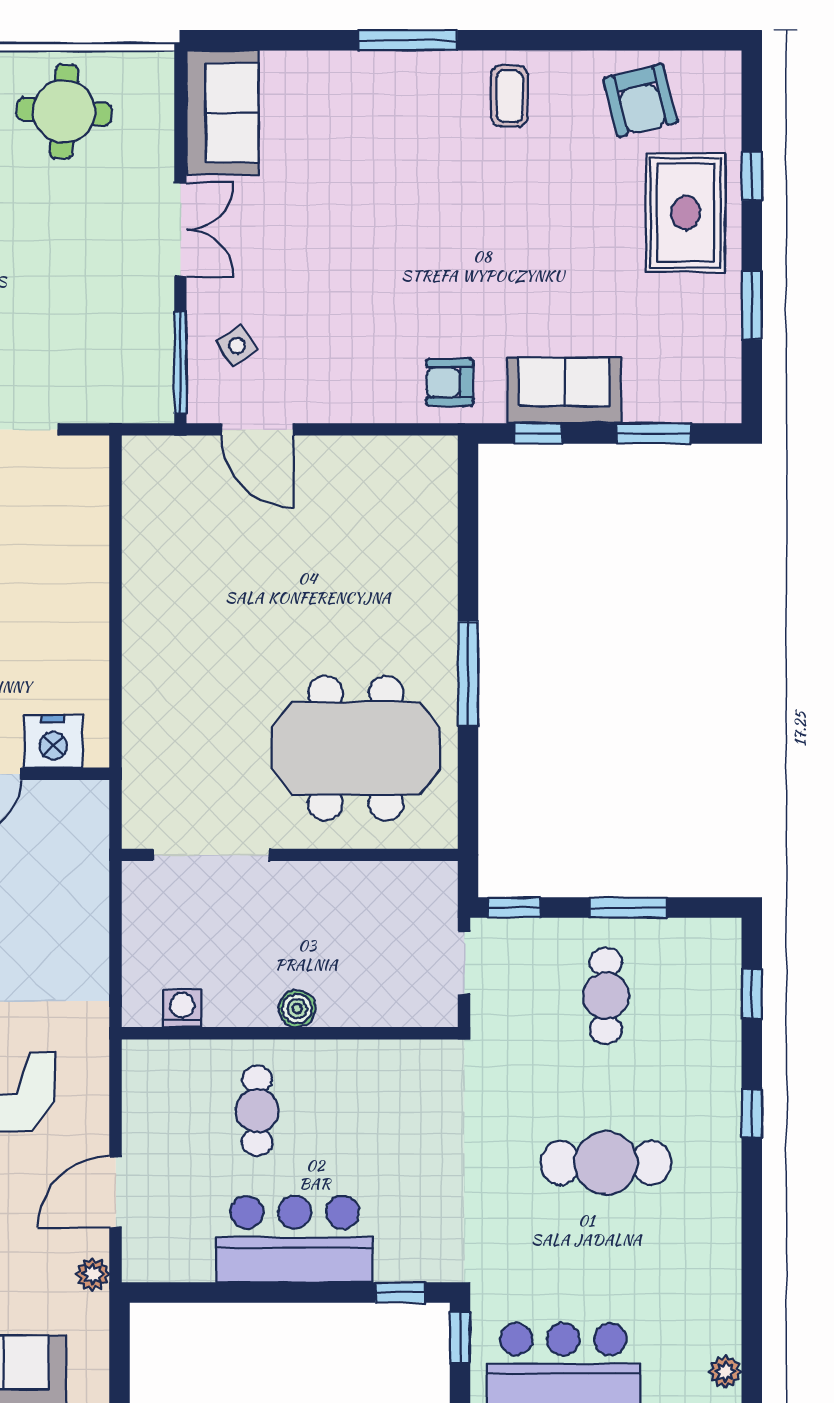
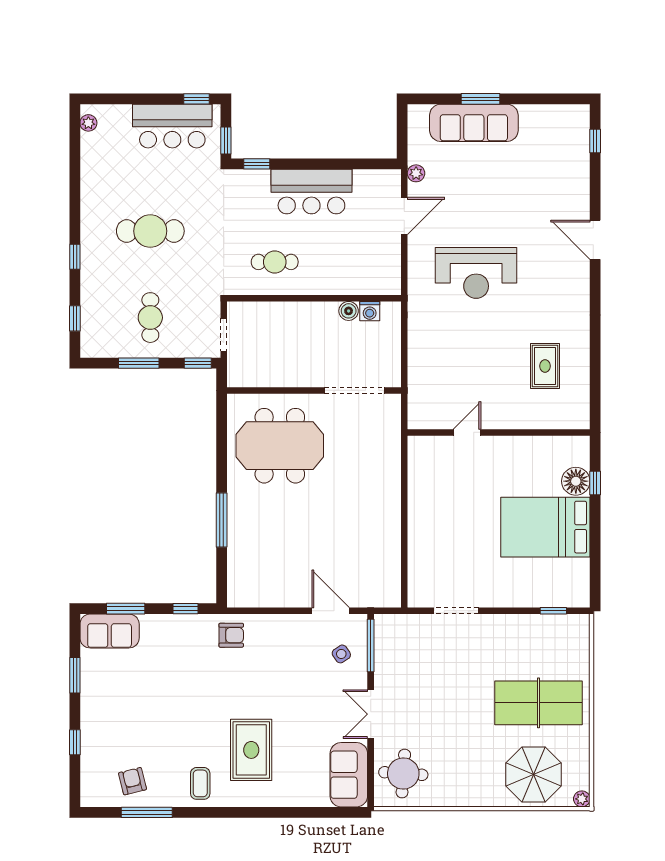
window: (408, 40) -> (147, 812), moved
armchair: (640, 100) -> (132, 781), width x0.72, depth x0.72
round table: (64, 112) -> (403, 774), moved
rug: (686, 213) -> (251, 750), moved
sofa: (564, 390) -> (110, 631), moved
window: (468, 674) -> (222, 520), moved
nightstand: (53, 741) -> (436, 449), removed
boiler: (297, 1009) -> (349, 311), moved
cafe table: (257, 1111) -> (275, 262), moved, turned 90

